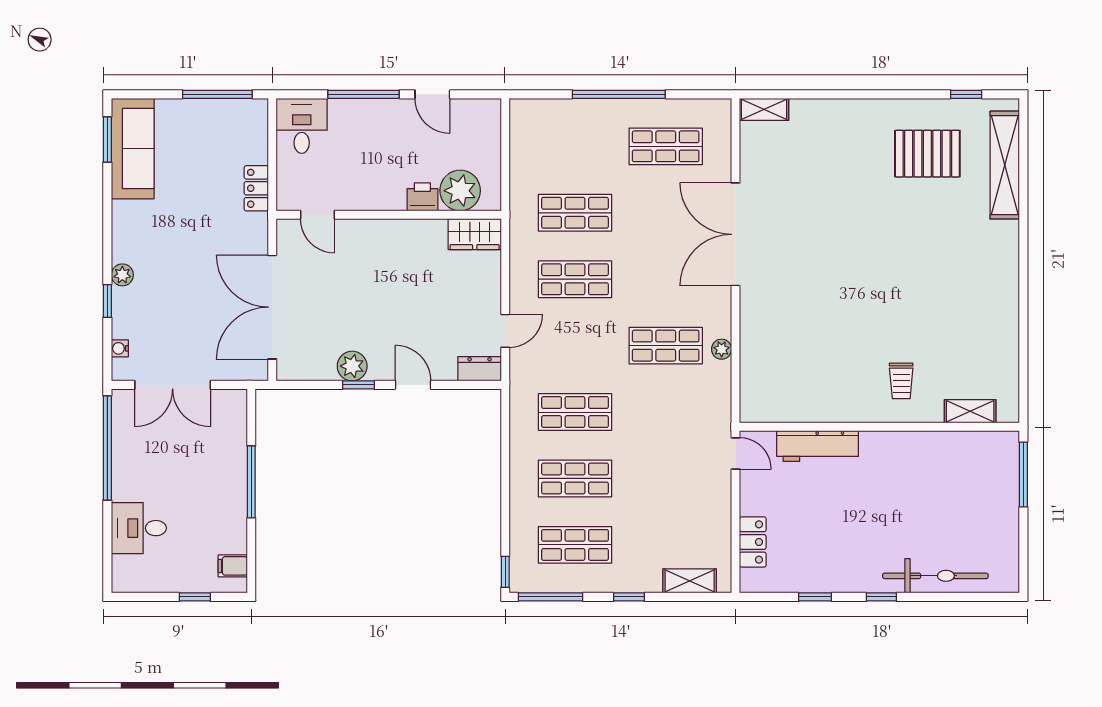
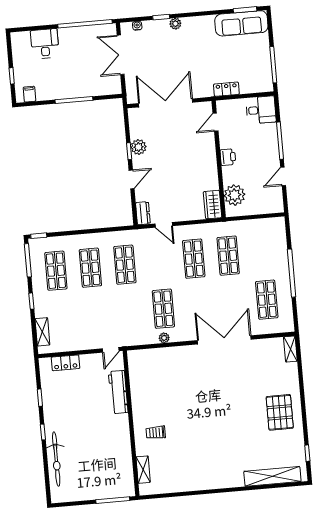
pallet: (927, 154) -> (280, 412), moved
printer: (422, 197) -> (228, 157), moved

